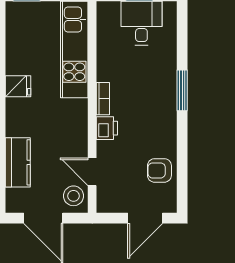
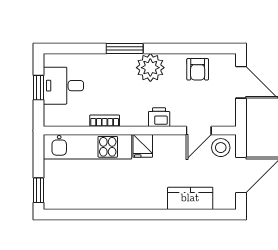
fridge: (18, 86) -> (143, 146), moved, turned 180
bookcase: (103, 99) -> (105, 121), moved
plant: (161, 119) -> (150, 68), added

